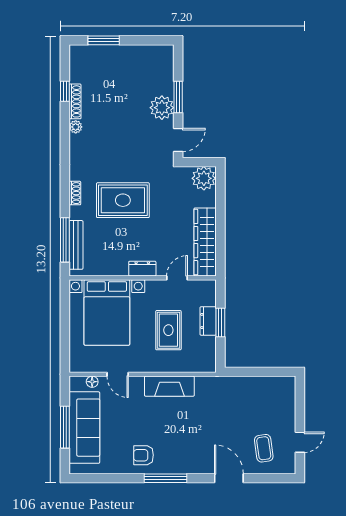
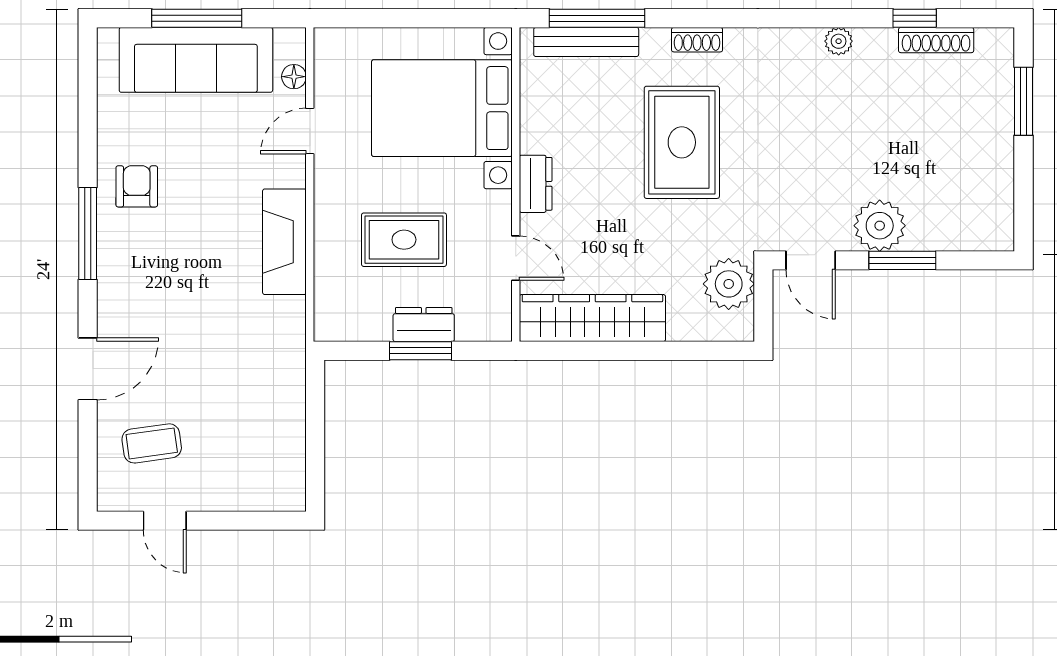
shoe rack: (75, 101) -> (936, 40), moved
plant: (204, 178) -> (729, 284), moved

